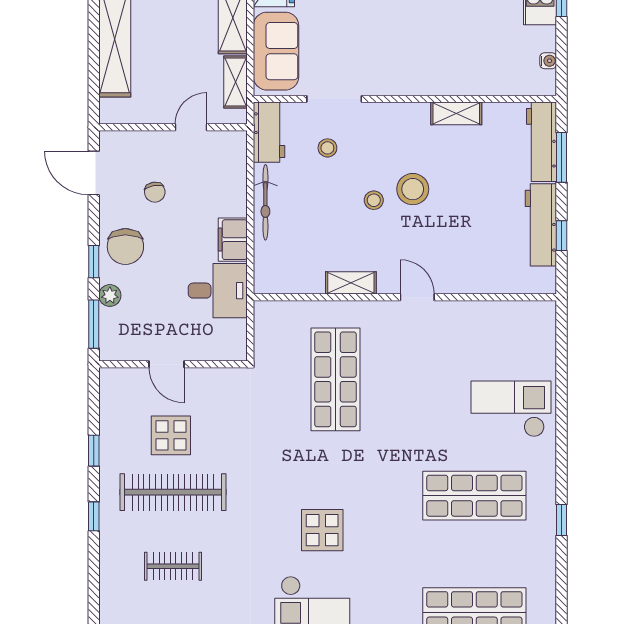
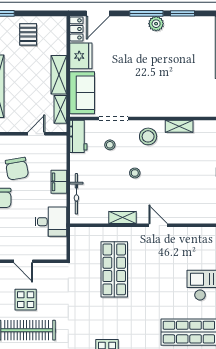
stool: (413, 189) -> (148, 136), moved
chair: (155, 192) -> (17, 169), width x1.87, depth x1.87
bicycle: (265, 202) -> (76, 194), moved
filing cabinet: (233, 240) -> (59, 182), moved

